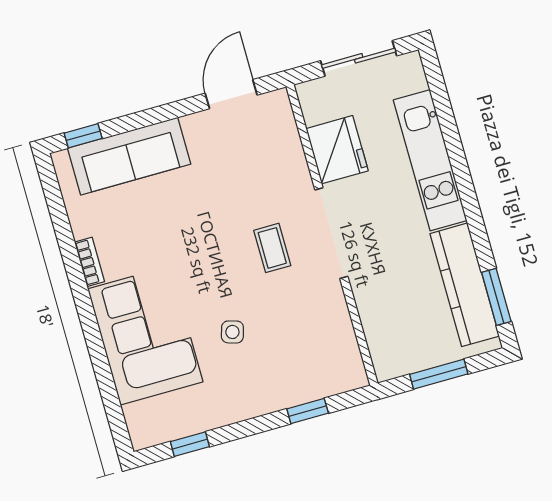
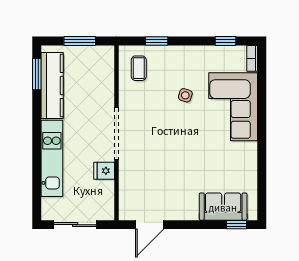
fridge: (337, 150) -> (104, 171), width x0.53, depth x0.75
sofa: (129, 156) -> (223, 207), width x0.73
coffee table: (272, 248) -> (139, 68), moved
bookcase: (89, 262) -> (252, 58), moved

